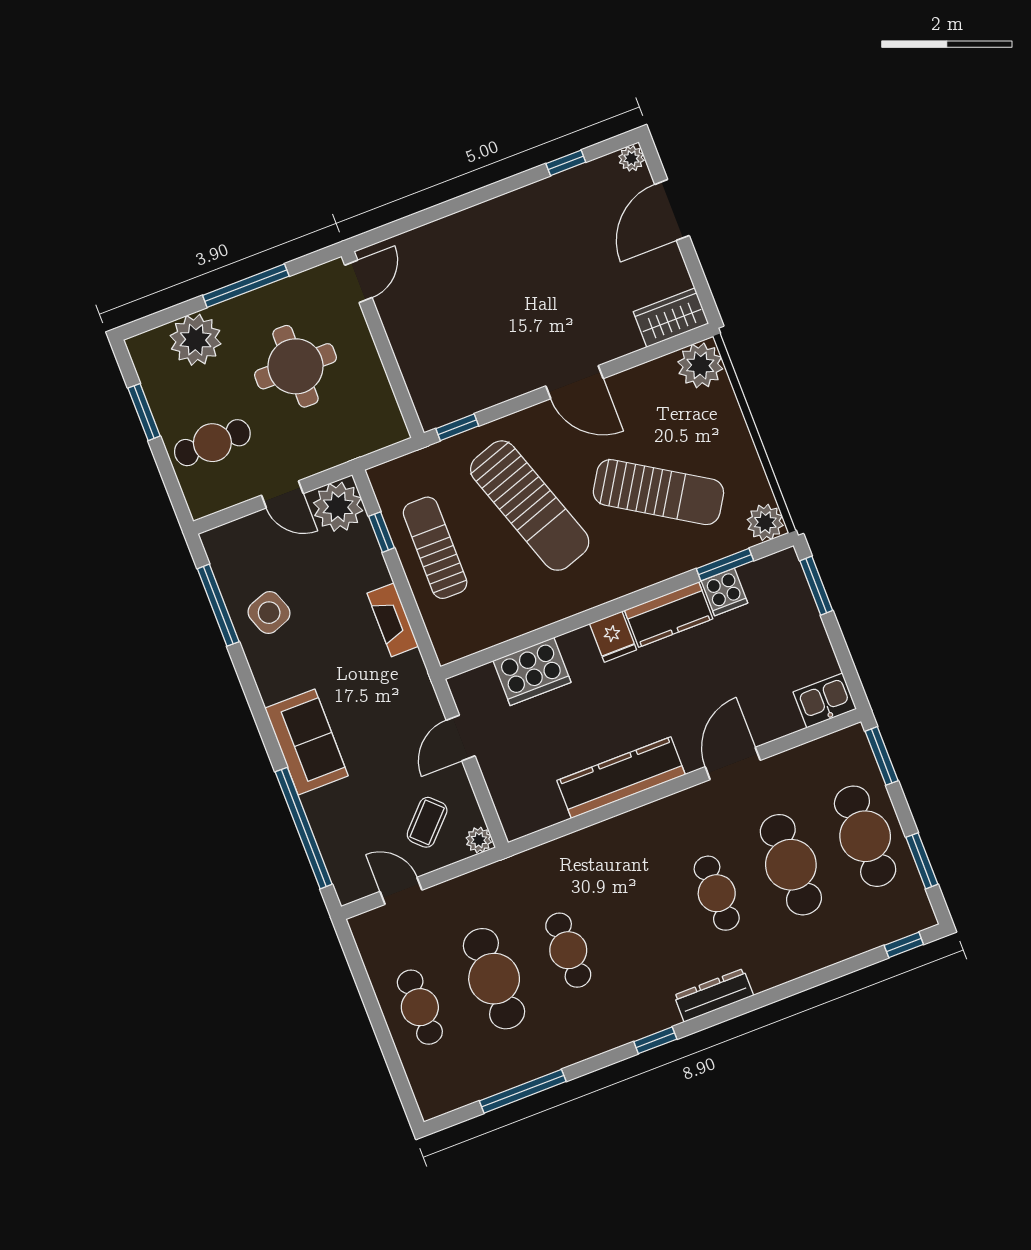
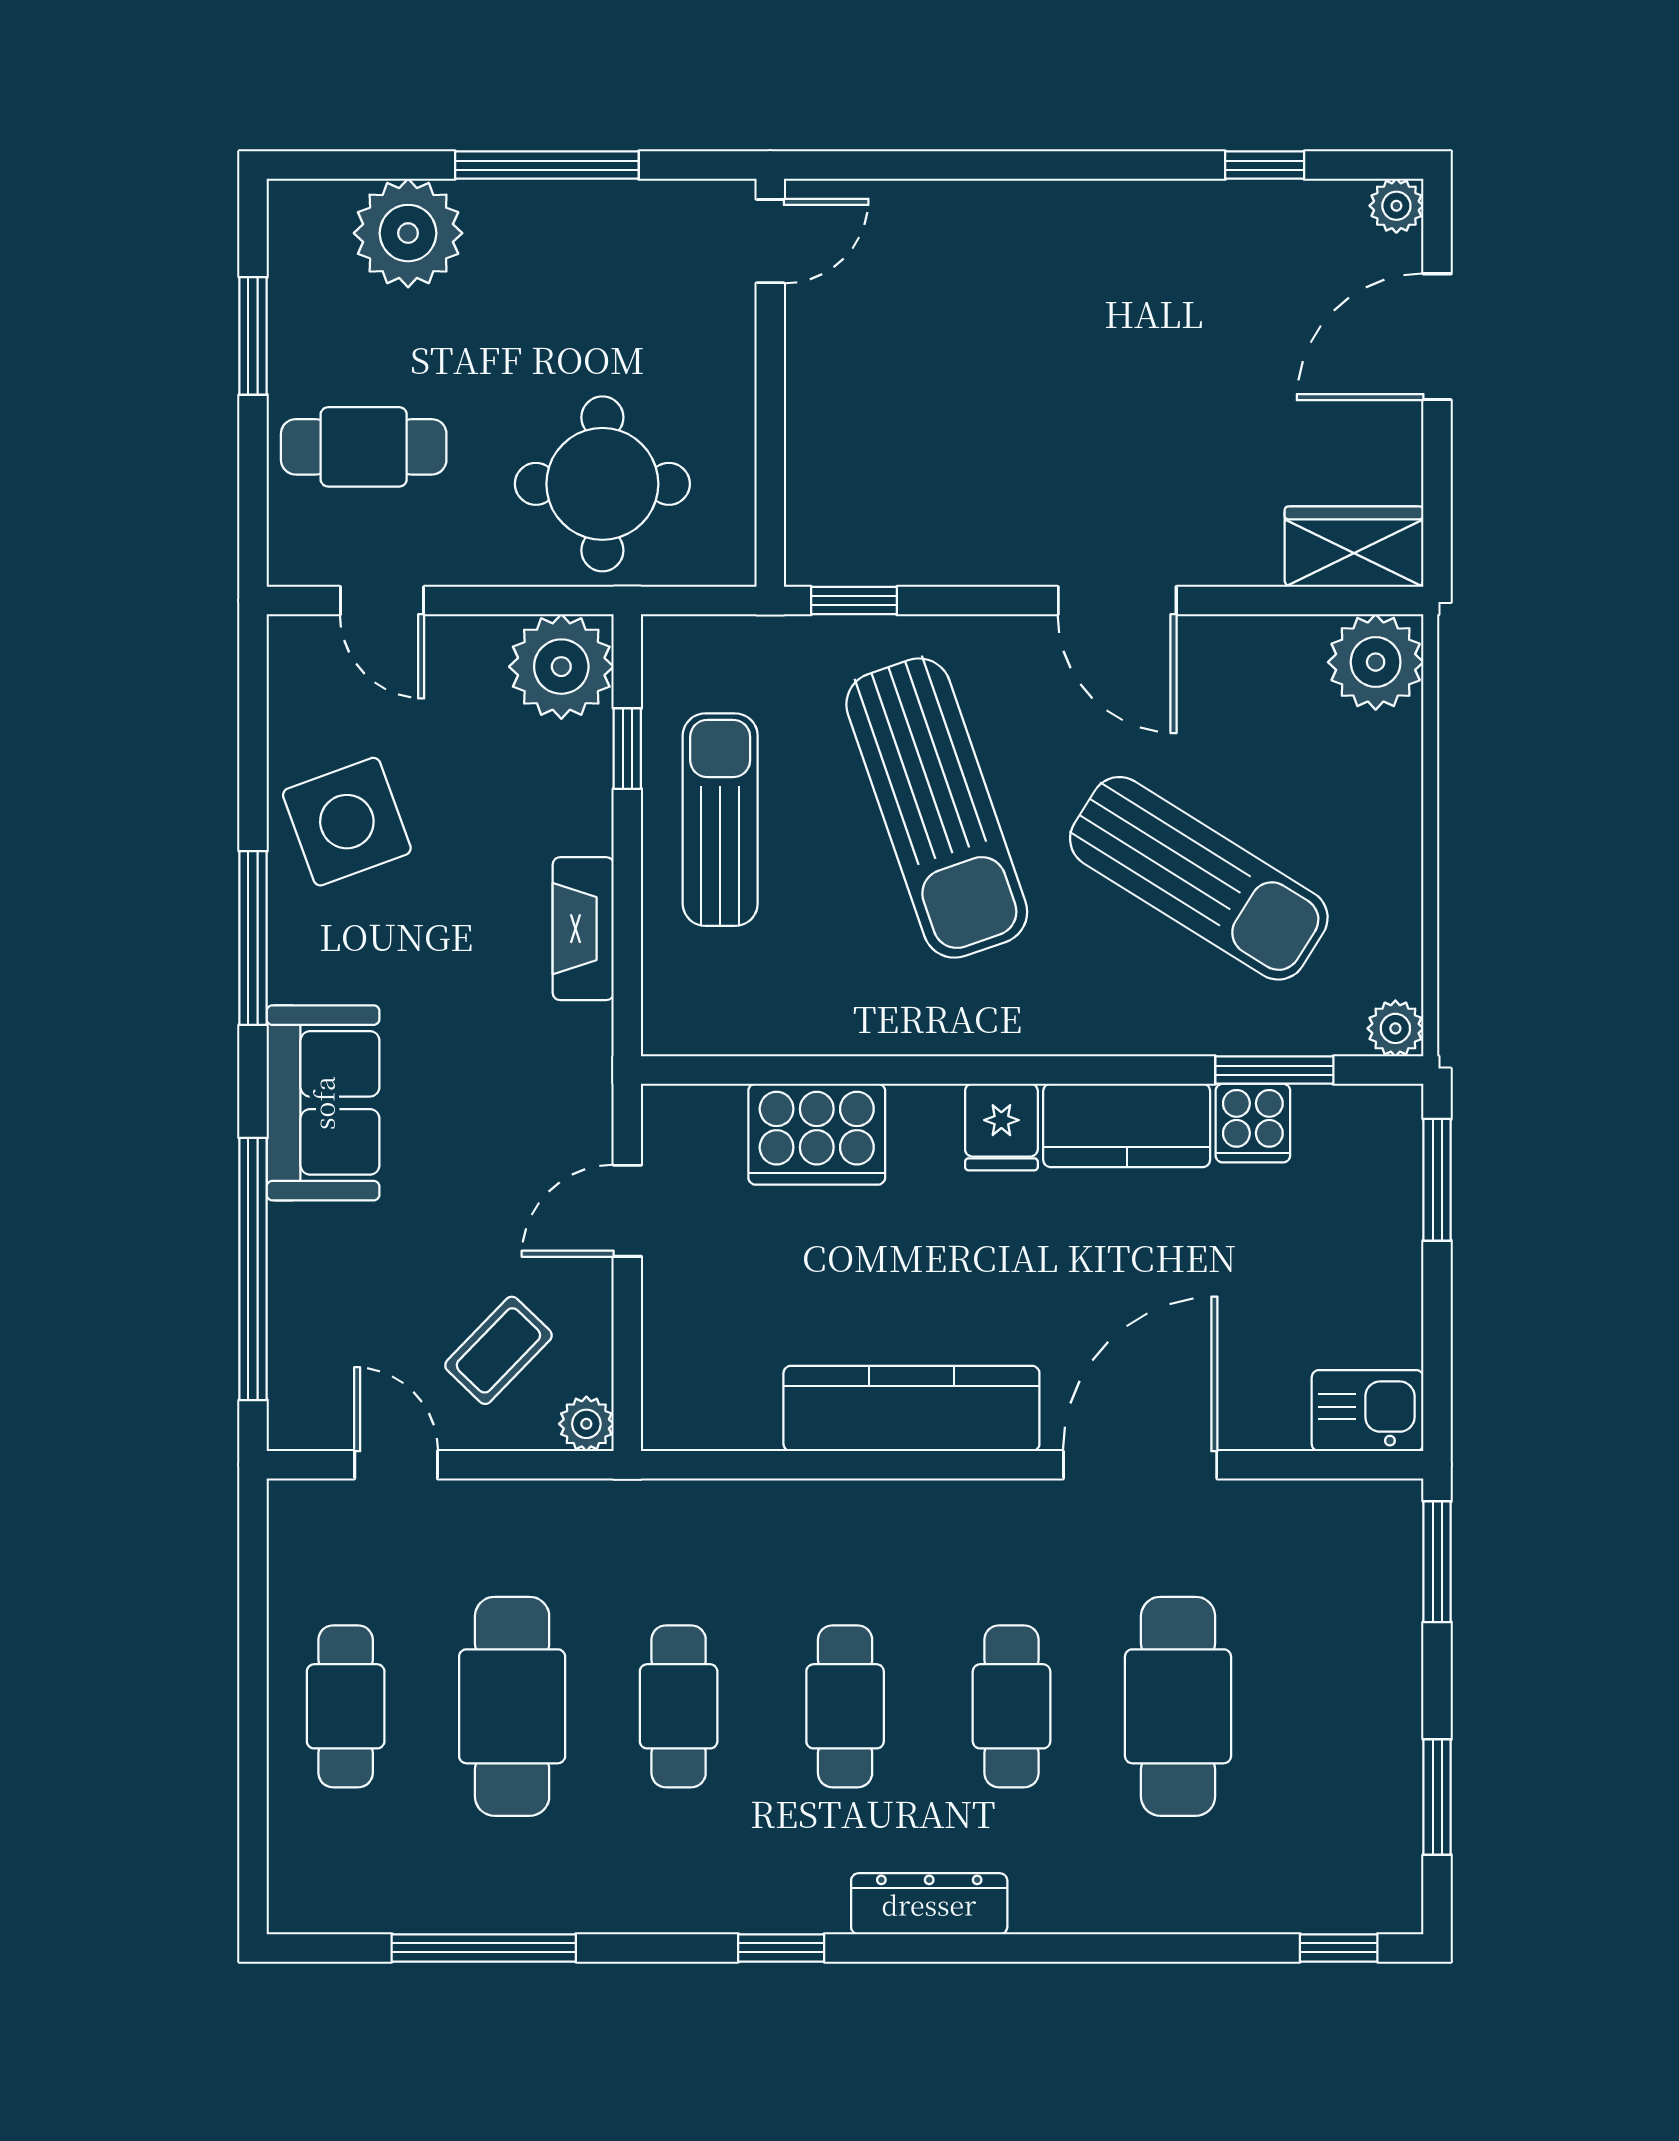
round table: (296, 366) -> (602, 484), moved
door: (282, 494) -> (382, 601), moved
plant: (765, 522) -> (1395, 1028), width x0.73, depth x0.73
window: (218, 605) -> (253, 938), moved
side table: (269, 613) -> (347, 822), width x1.37, depth x1.37
door: (733, 764) -> (1140, 1465), width x1.36
cafe table: (865, 836) -> (845, 1706), moved, width x0.73, depth x0.74

